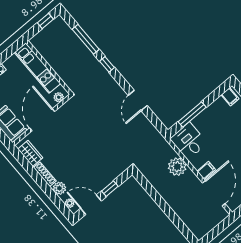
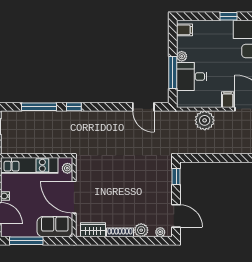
door: (138, 100) -> (143, 107), moved
plant: (209, 111) -> (182, 56), added
desk: (189, 141) -> (192, 77), moved
window: (110, 189) -> (176, 177), moved
door: (91, 205) -> (176, 216), swing flipped

